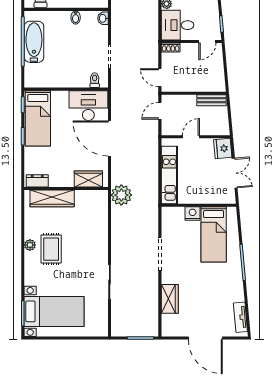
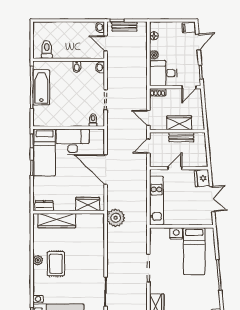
wardrobe: (196, 84) -> (179, 123), added
bench: (212, 100) -> (181, 137), moved
desk: (88, 106) -> (73, 142), moved

